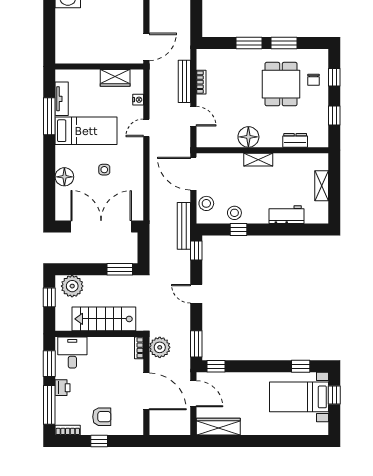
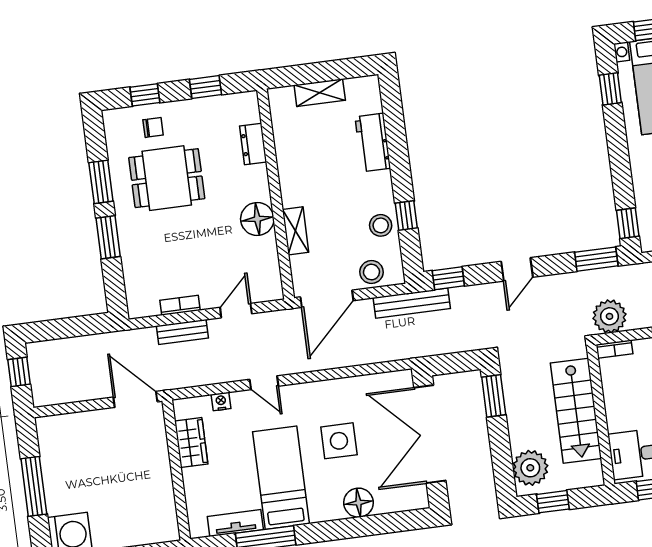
bench: (184, 81) -> (182, 332), width x0.73
shelving: (258, 160) -> (296, 231), moved
side table: (104, 170) -> (339, 441), width x1.87, depth x1.87

